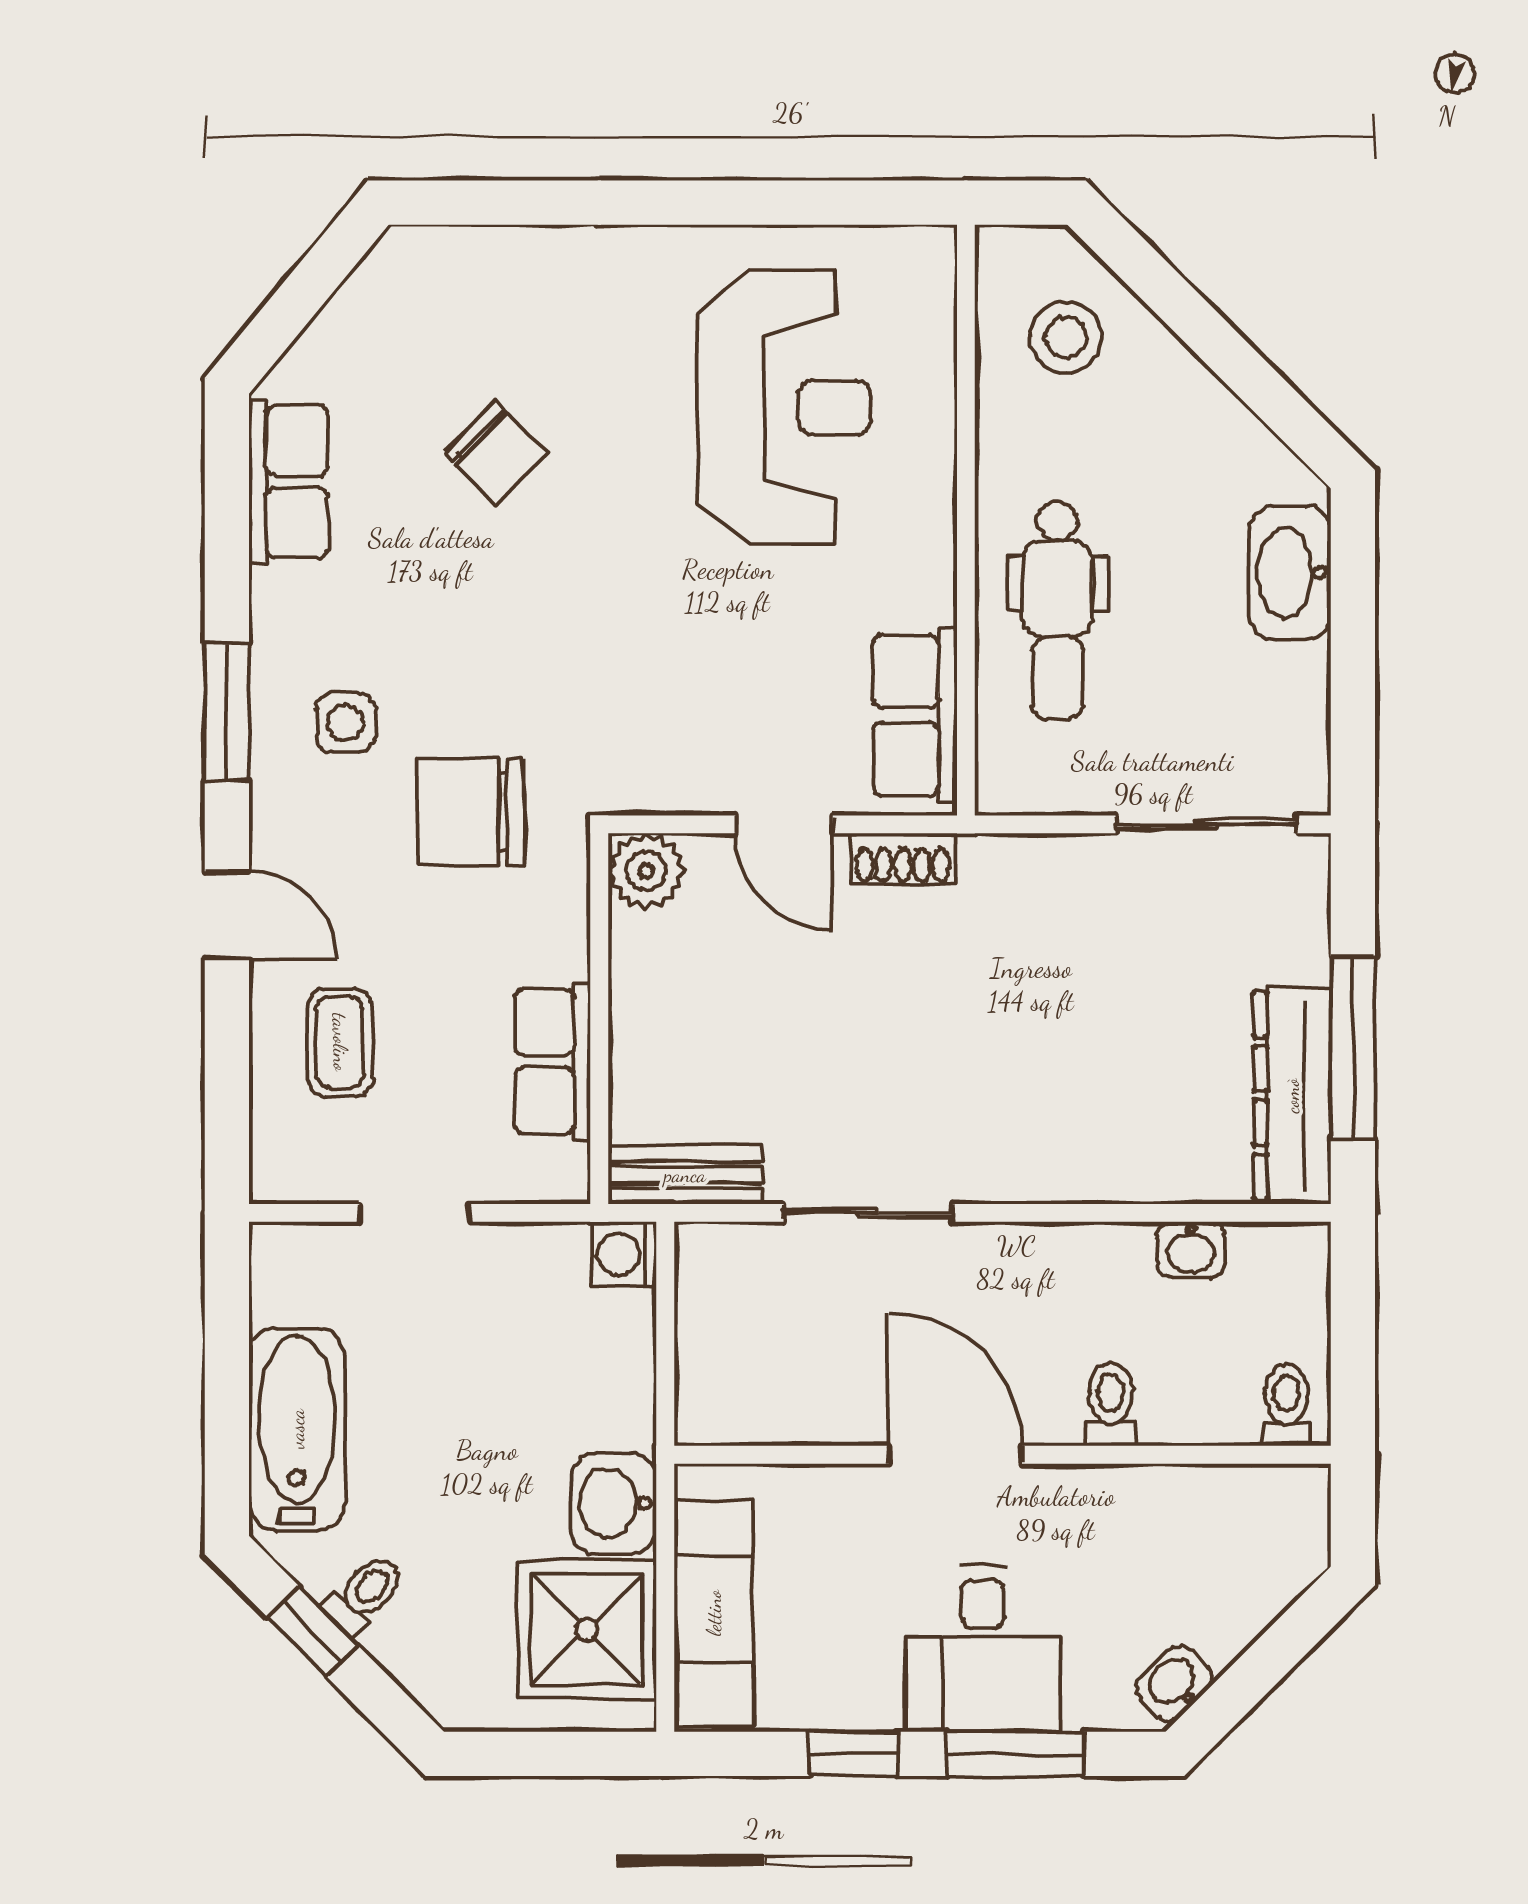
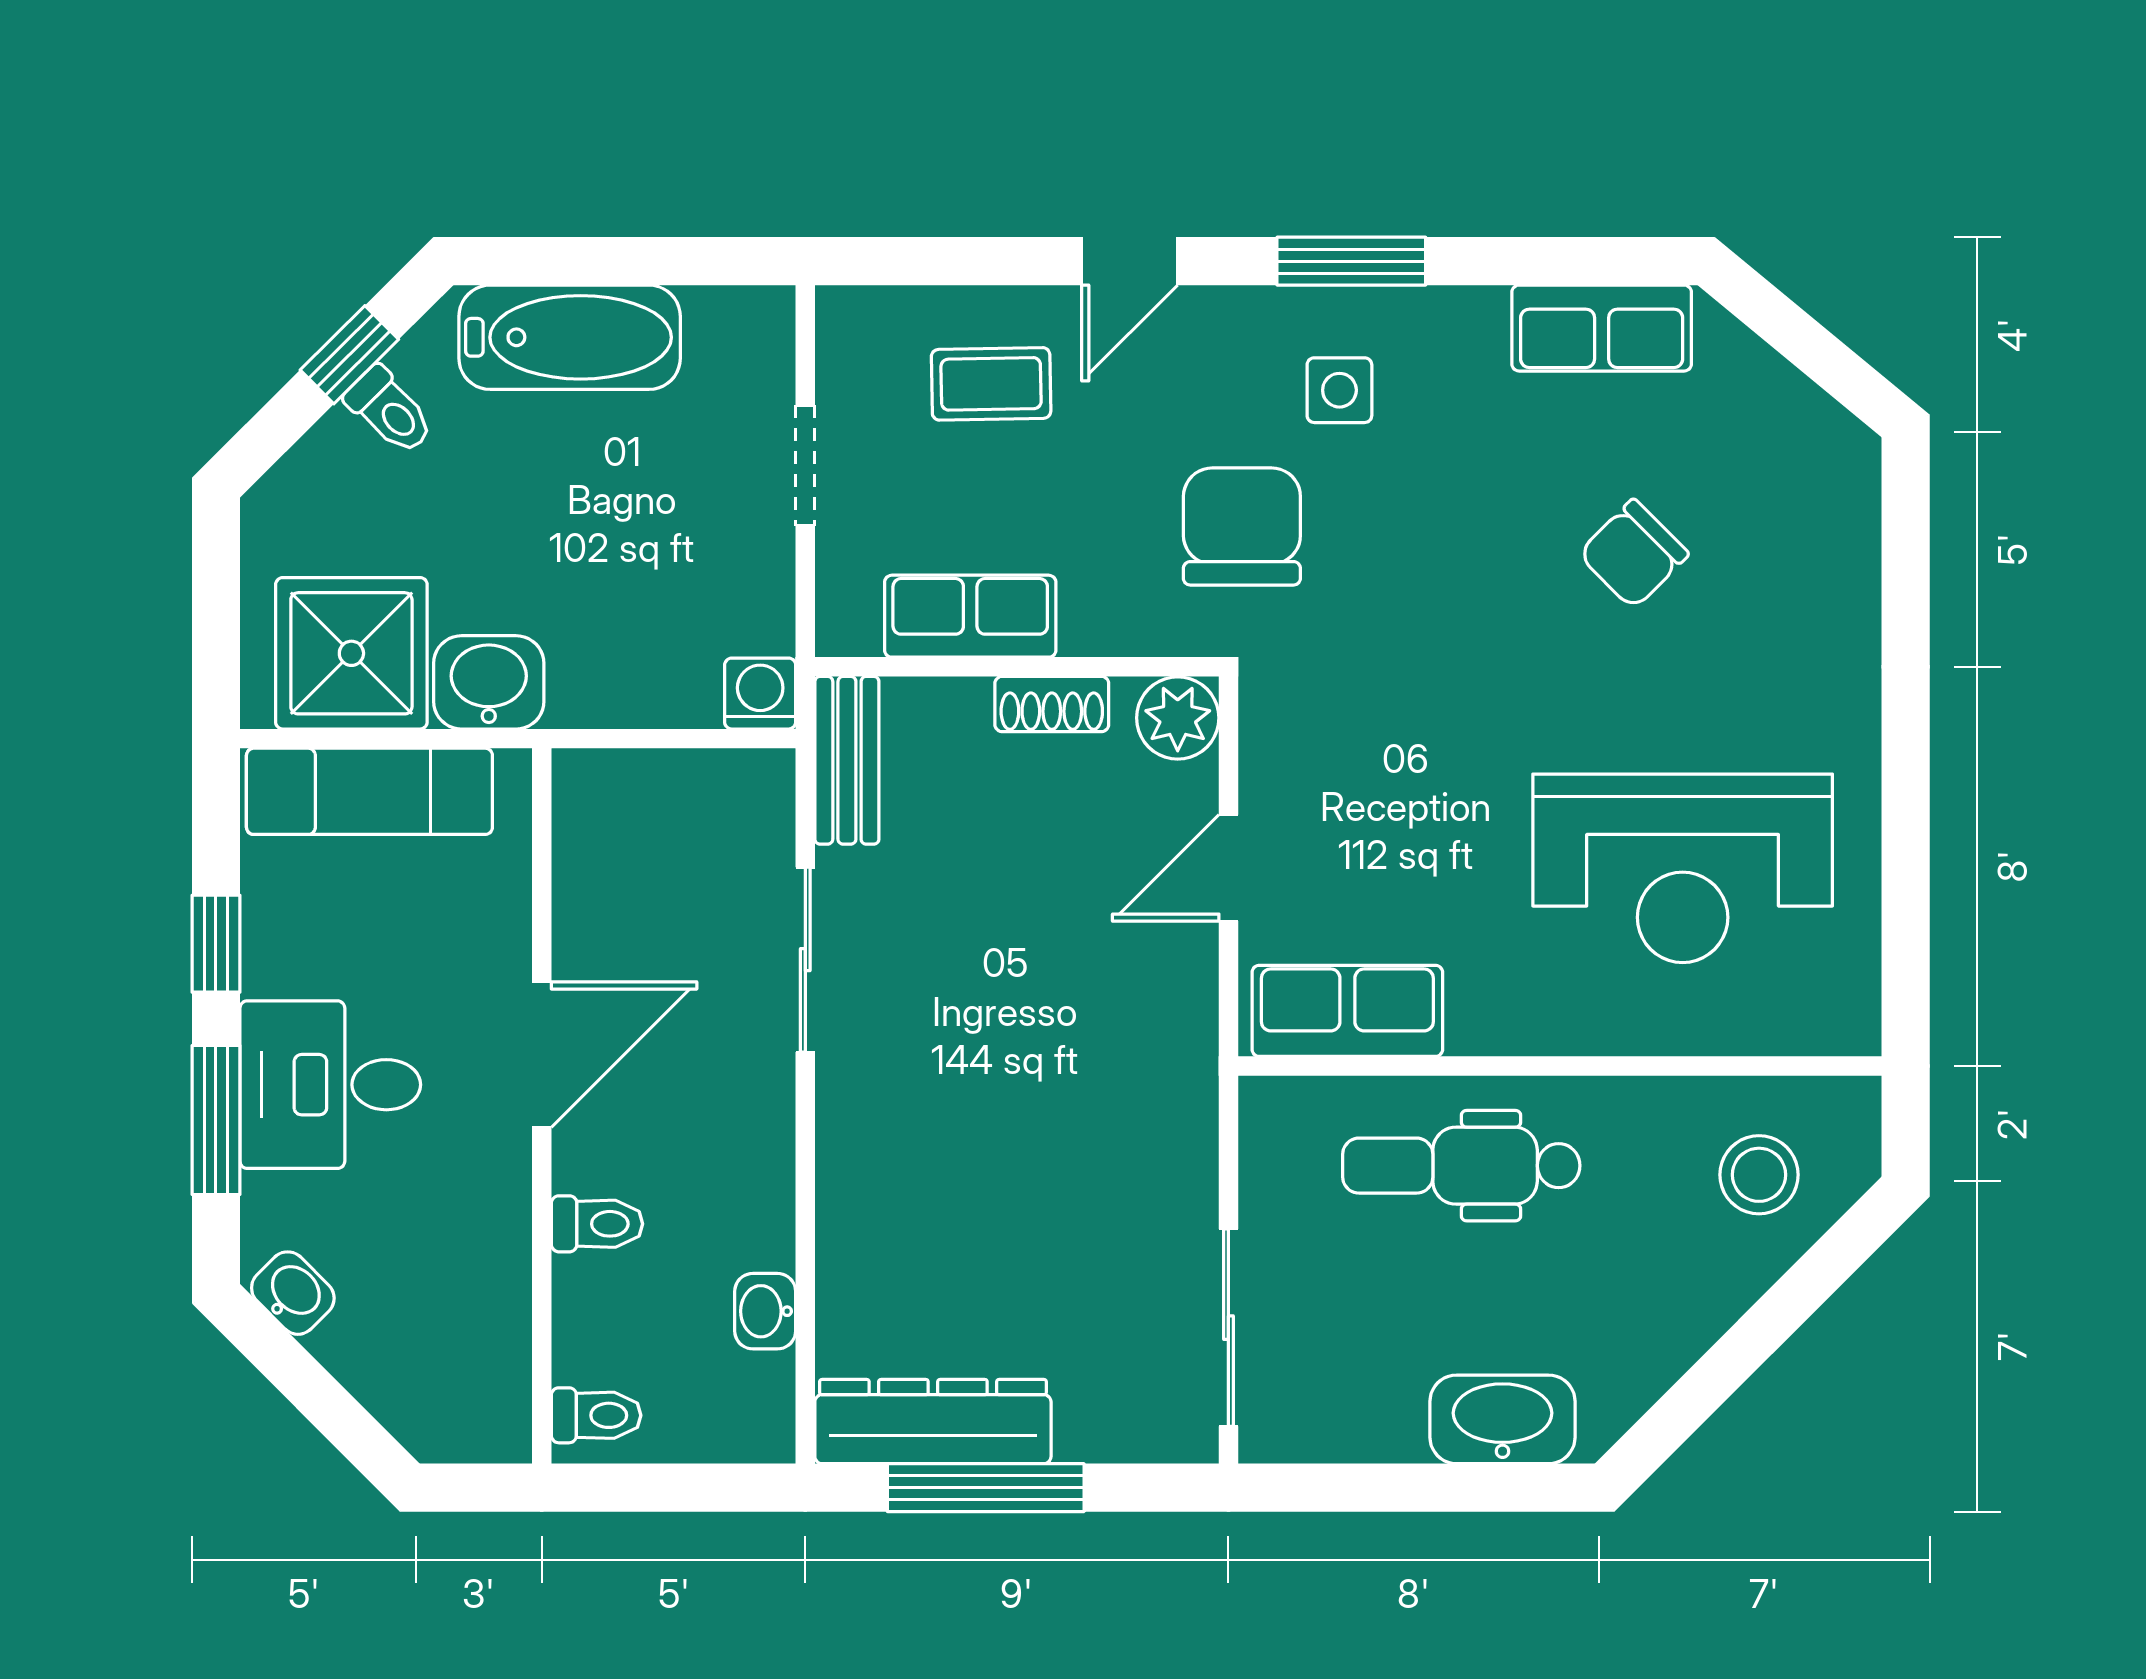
shoe rack: (903, 859) -> (1052, 704), moved, turned -90

